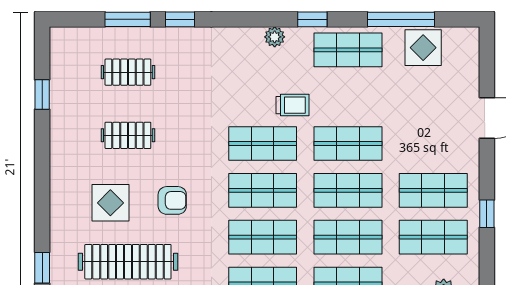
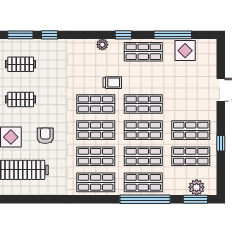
armchair: (172, 200) -> (45, 136), turned -90

